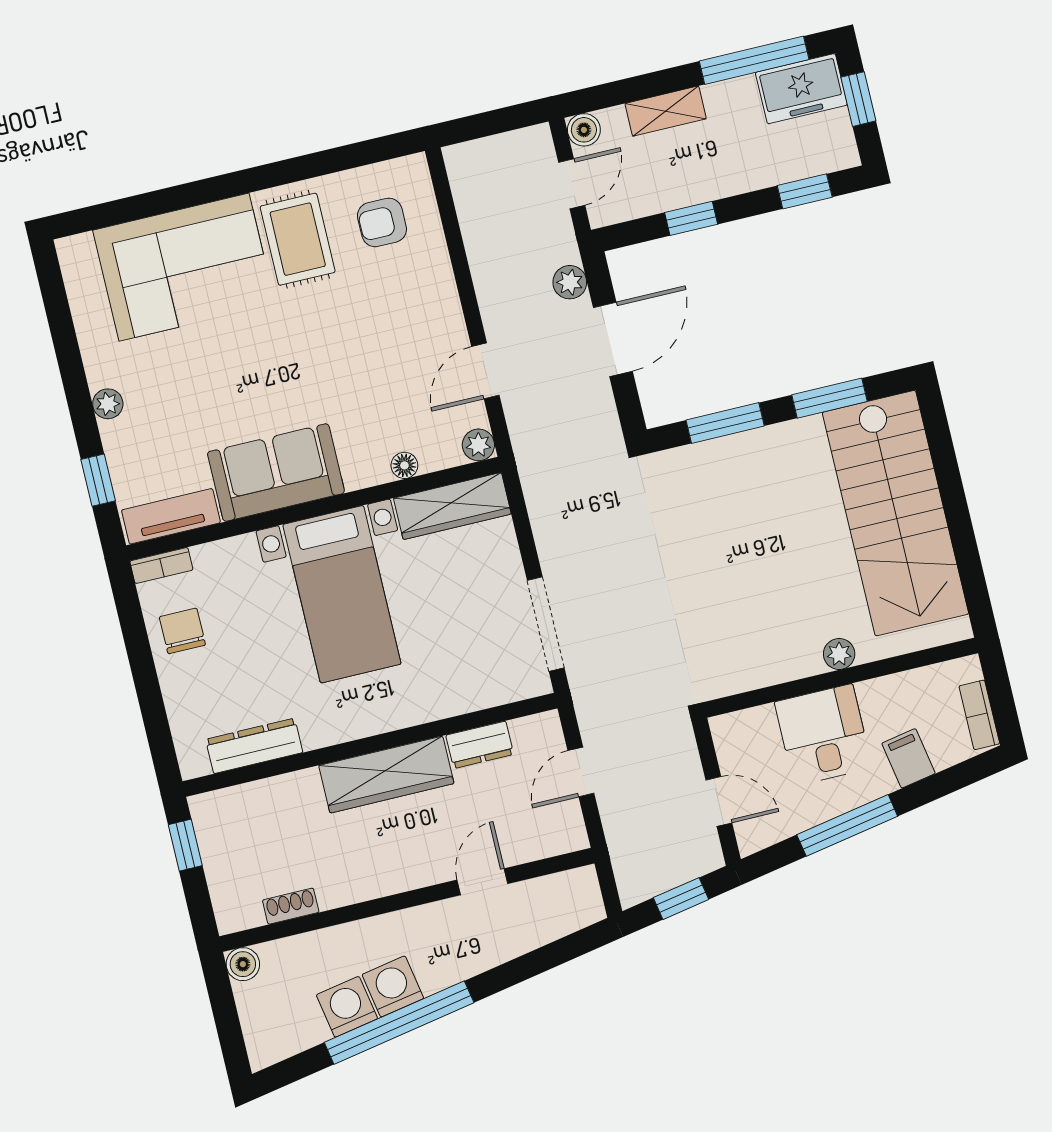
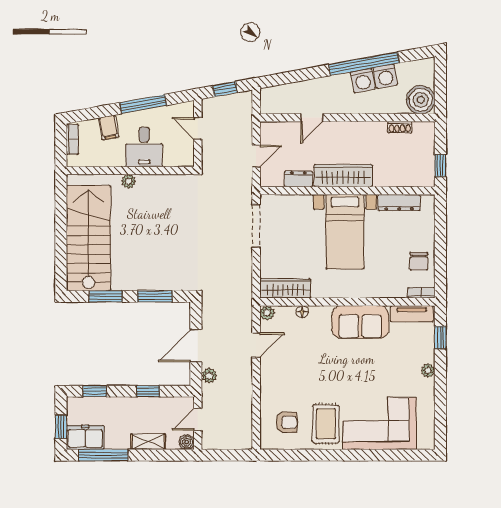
bed with nightstands: (342, 594) -> (345, 232), moved, turned 180
boiler: (243, 964) -> (421, 100), width x1.86, depth x1.86

